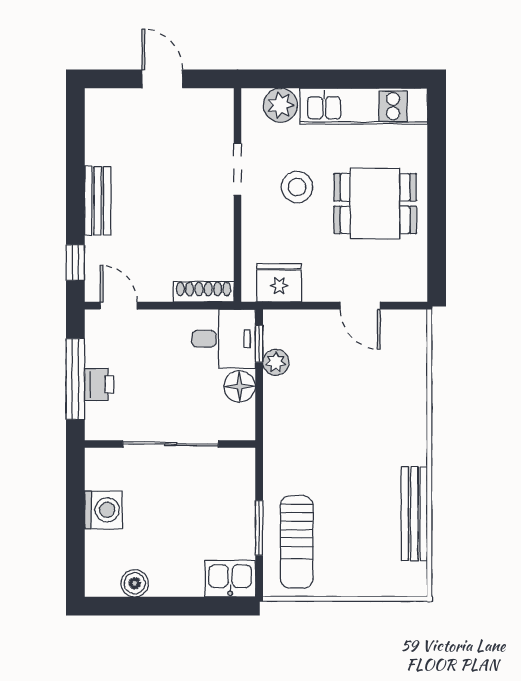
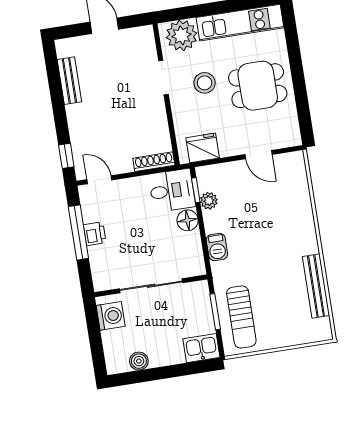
plant: (280, 105) -> (182, 35), width x1.36, depth x1.36
bench: (98, 201) -> (69, 81), moved
barbecue: (277, 433) -> (217, 247), added
wall: (170, 444) -> (151, 286), moved
sliding door: (171, 444) -> (151, 286), moved

